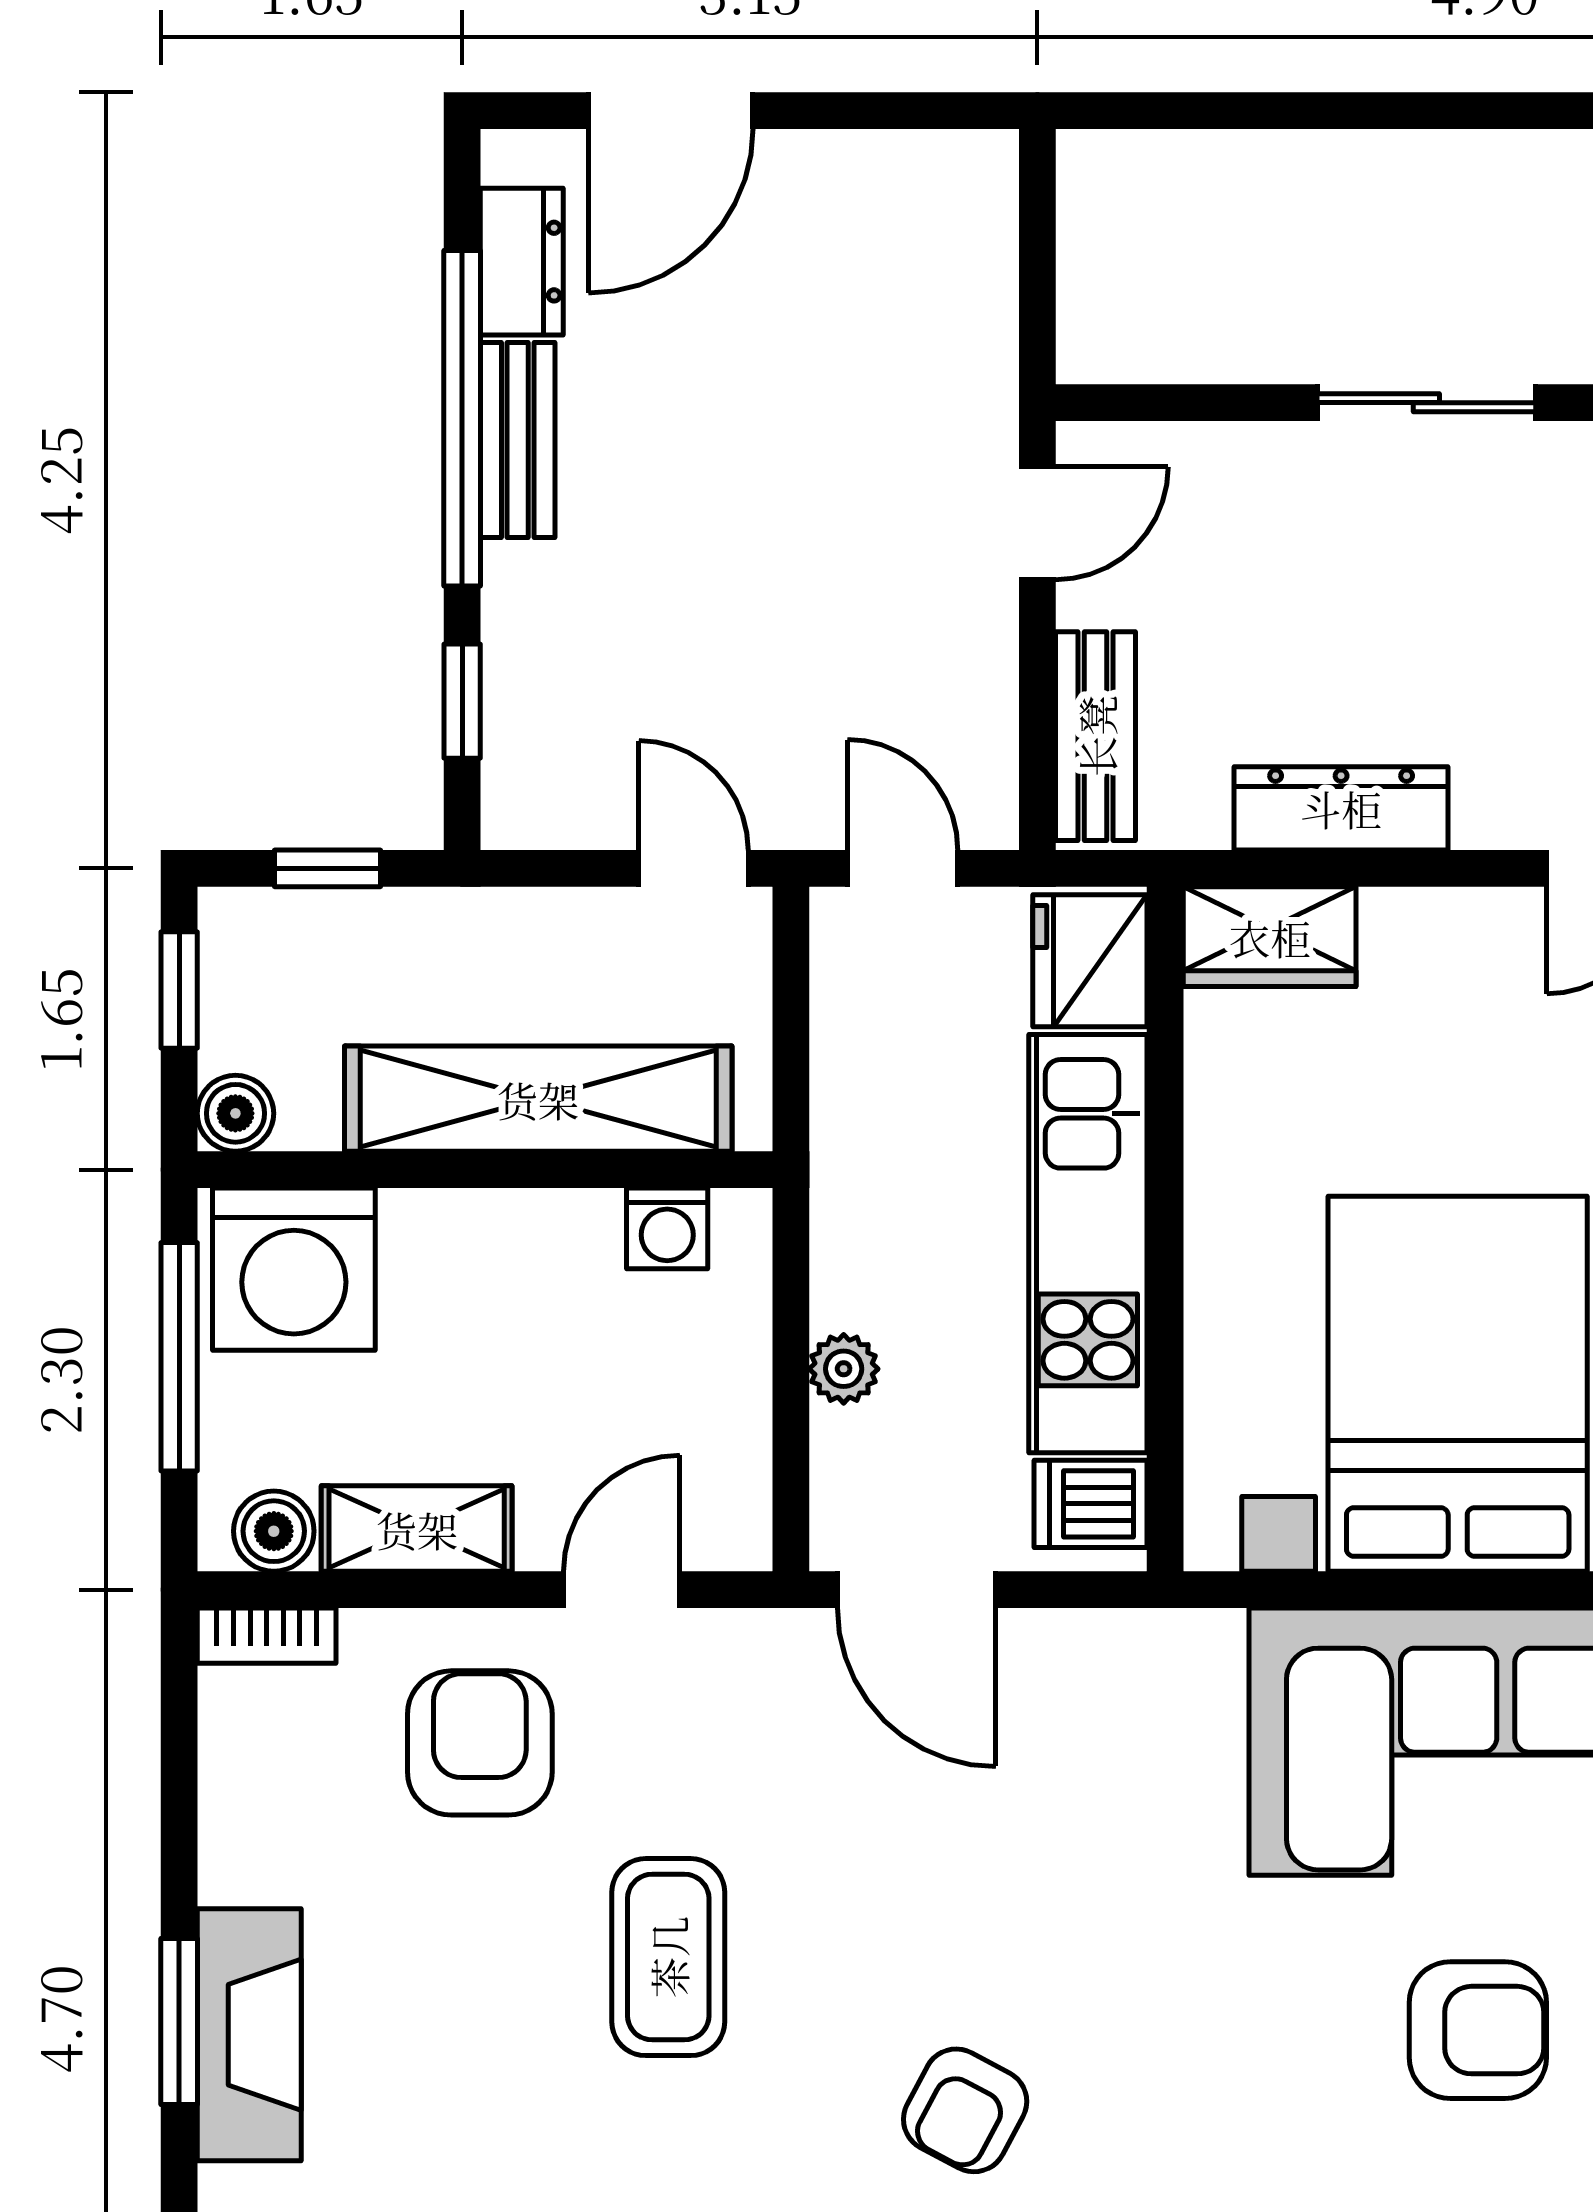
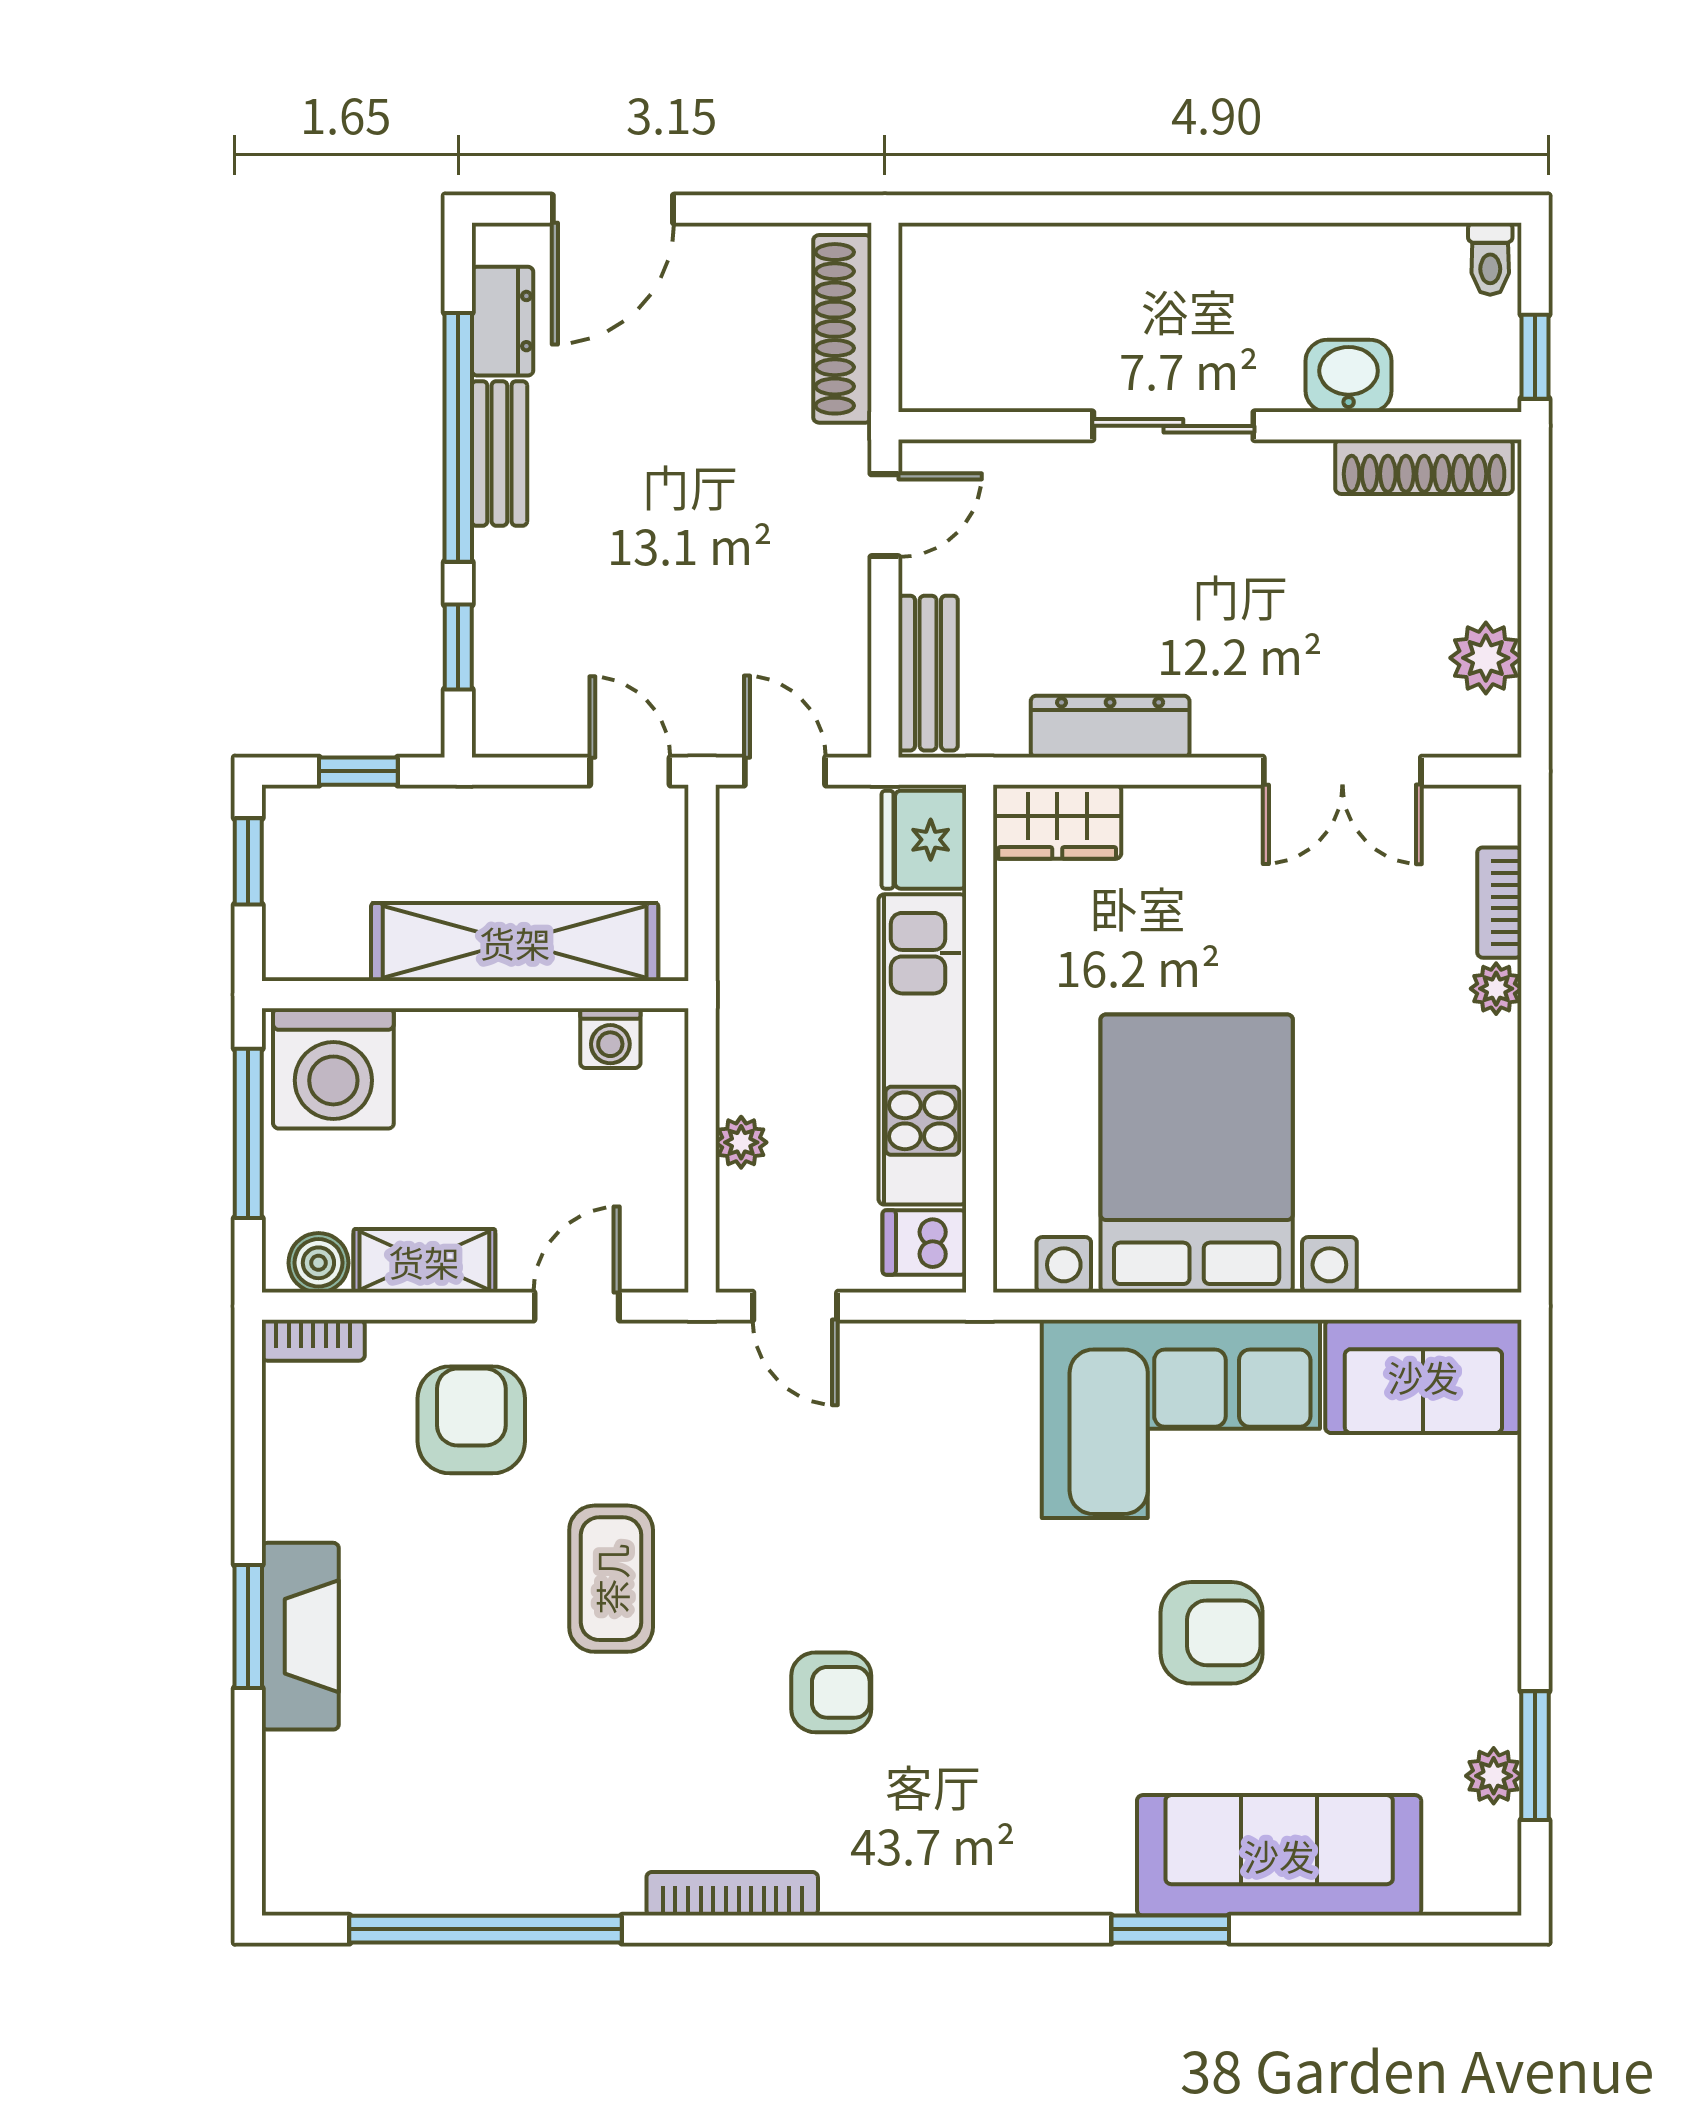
shoe rack: (980, 272) -> (842, 329), added
boiler: (235, 1113) -> (290, 953), removed
door: (917, 1590) -> (795, 1306), width x0.73
armchair: (965, 2110) -> (831, 1692), turned -118

